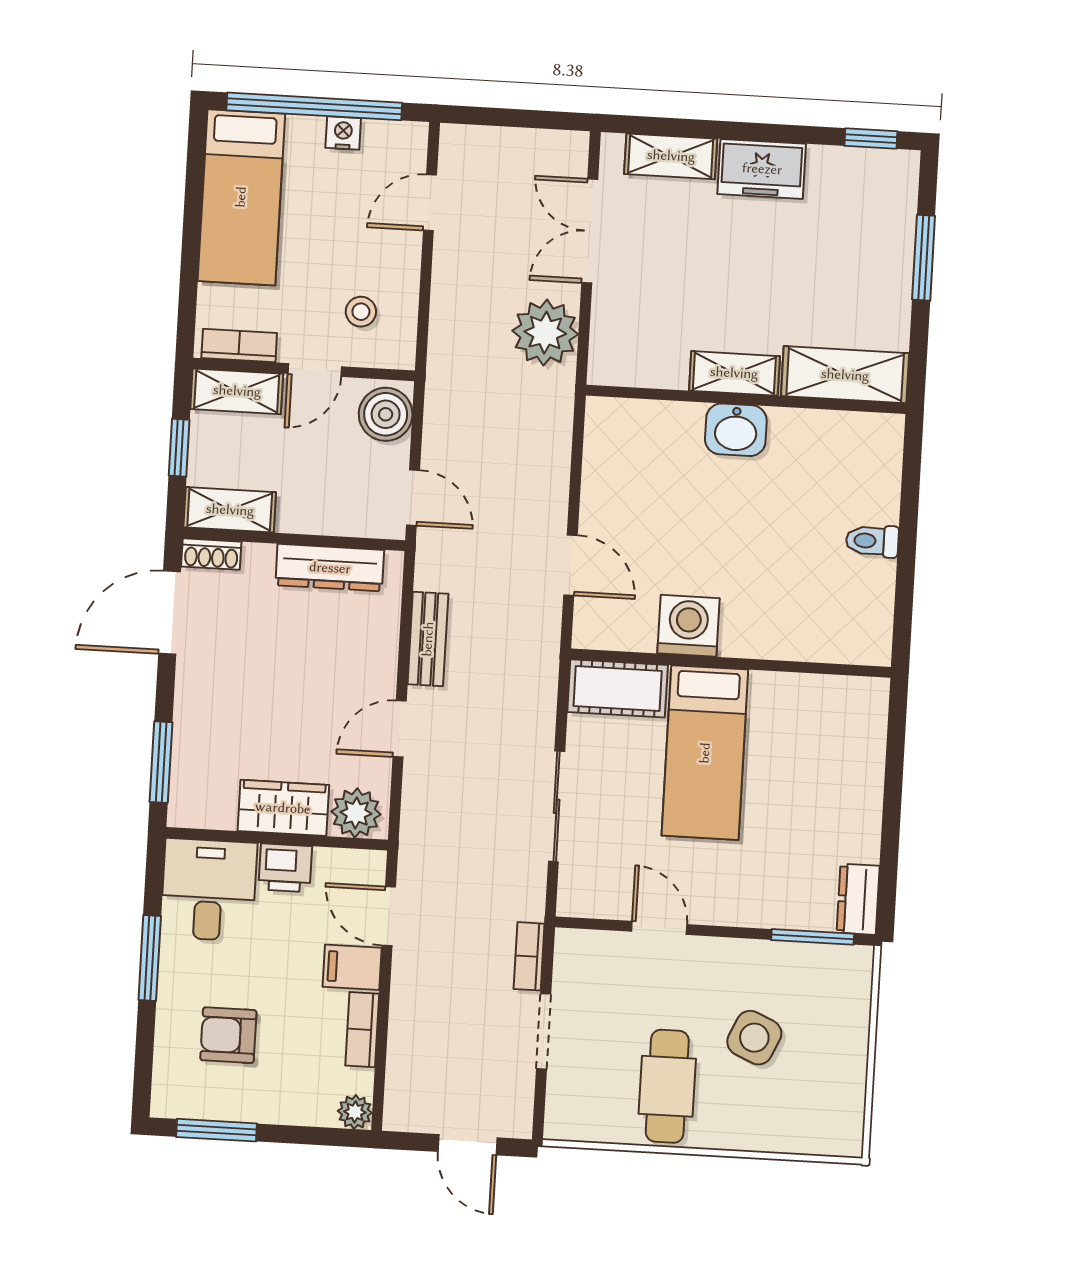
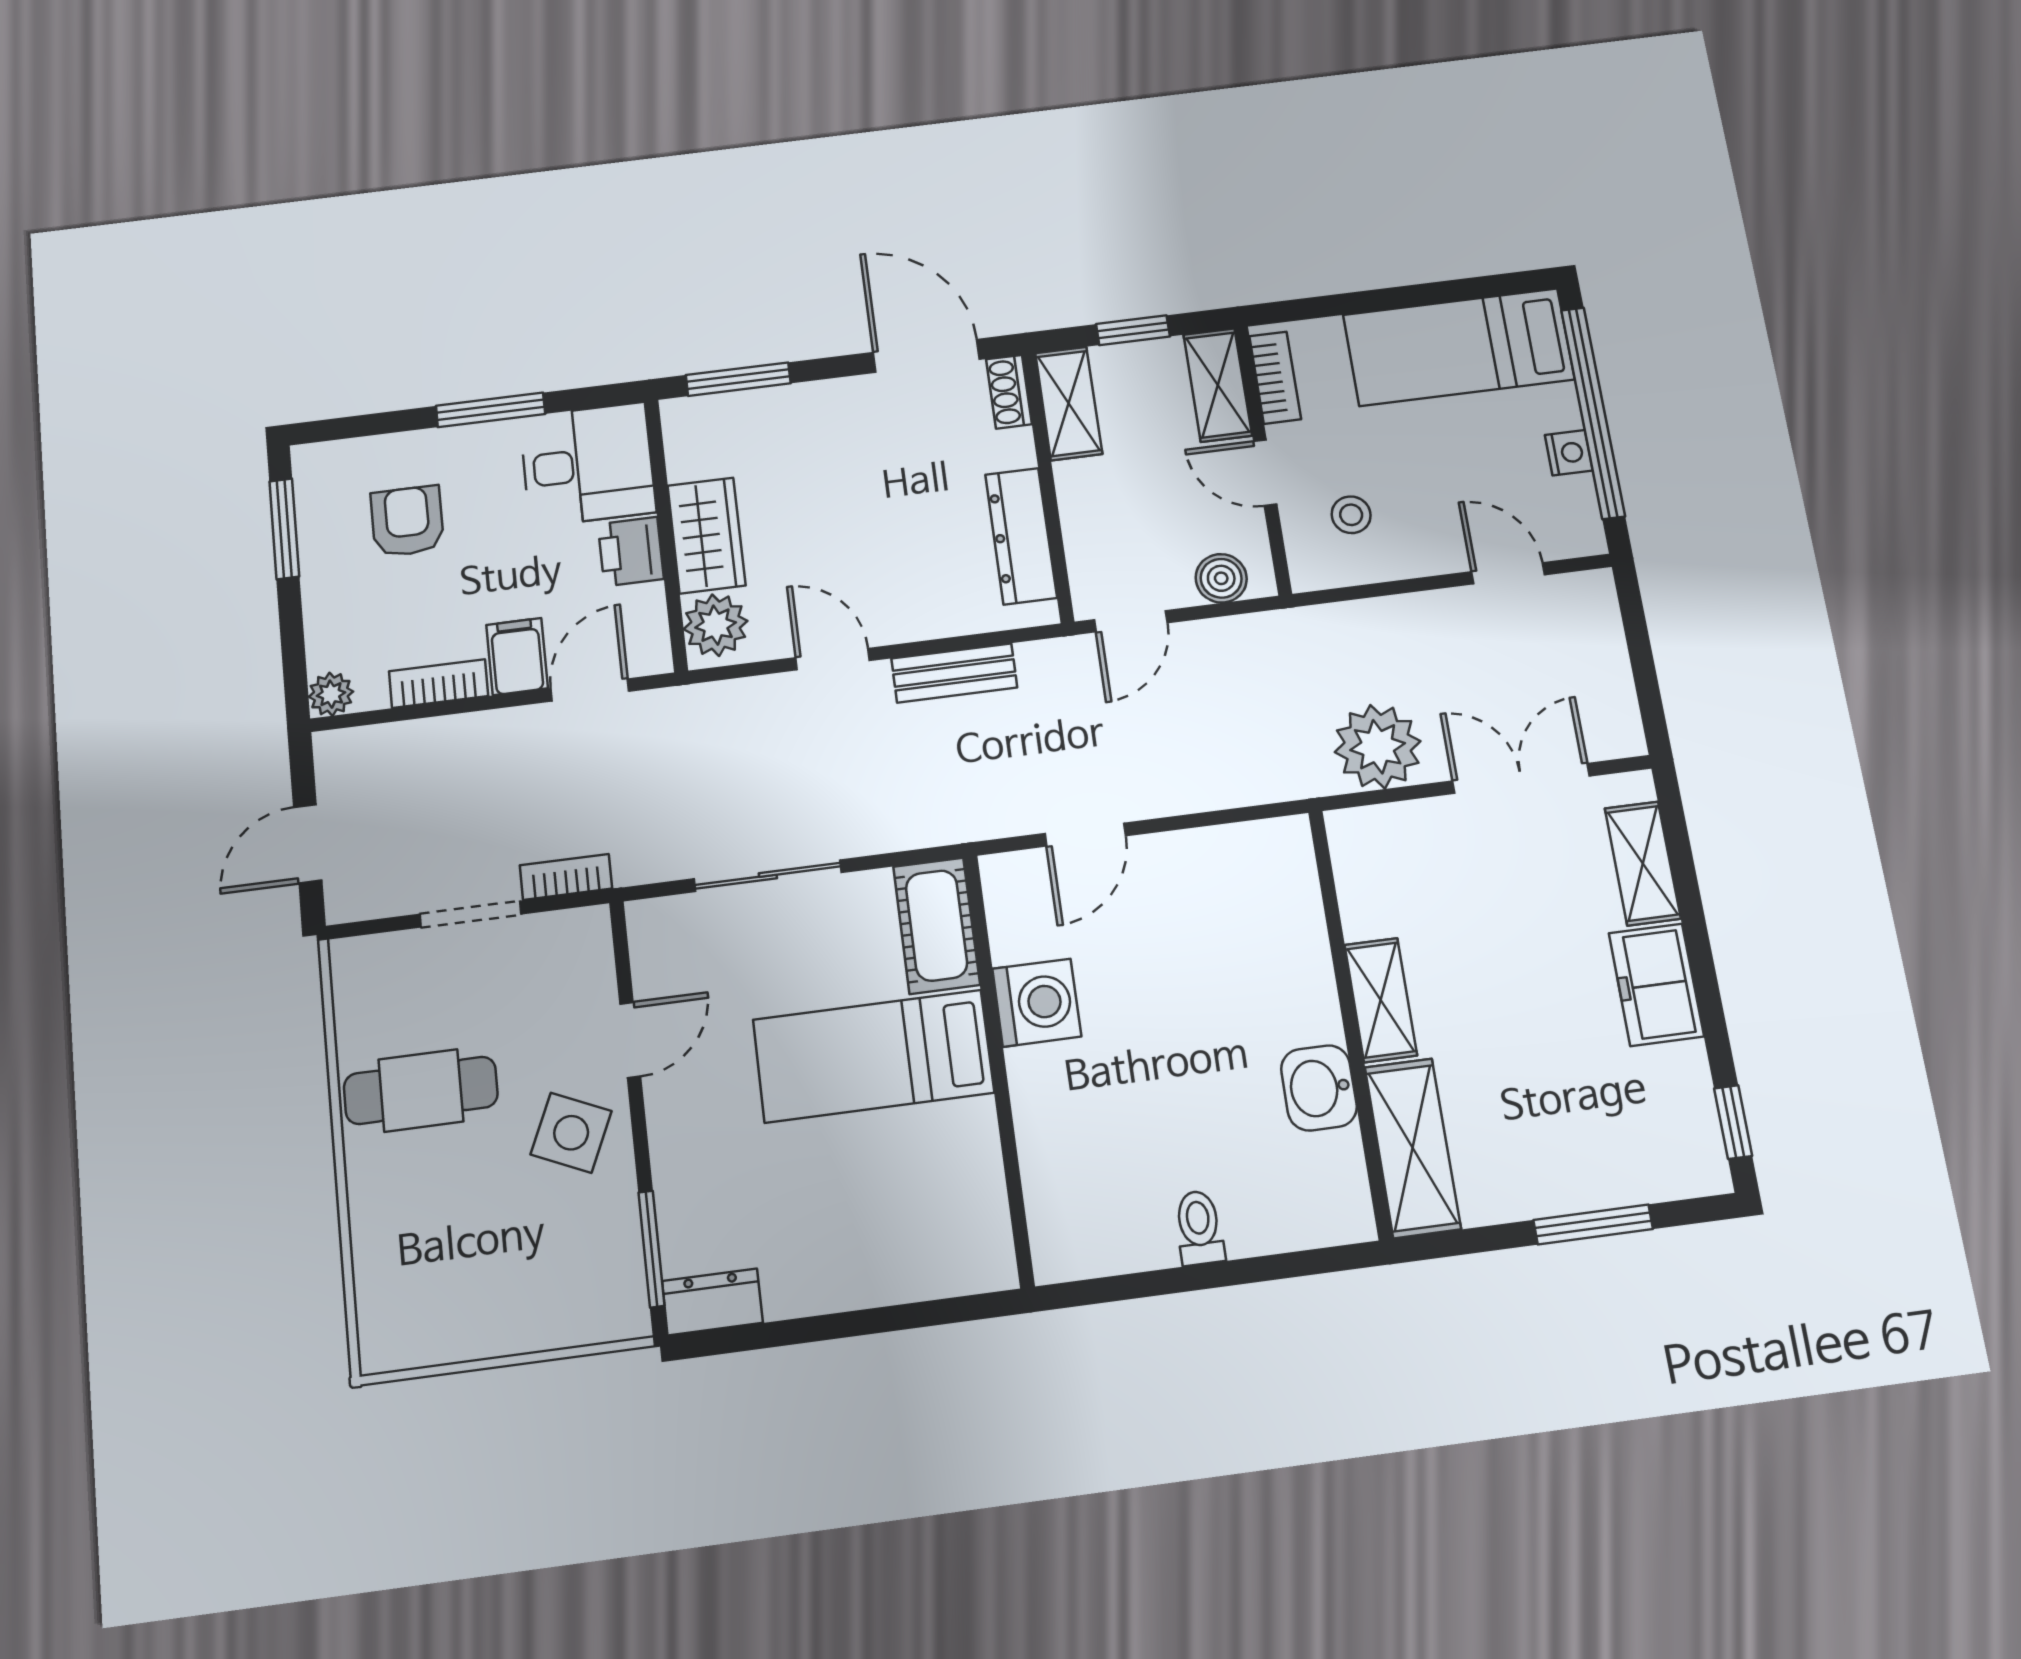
boiler: (386, 414) -> (1221, 578), width x0.73, depth x0.73
washbasin: (736, 430) -> (1319, 1088), moved
side table: (754, 1038) -> (571, 1133), moved

